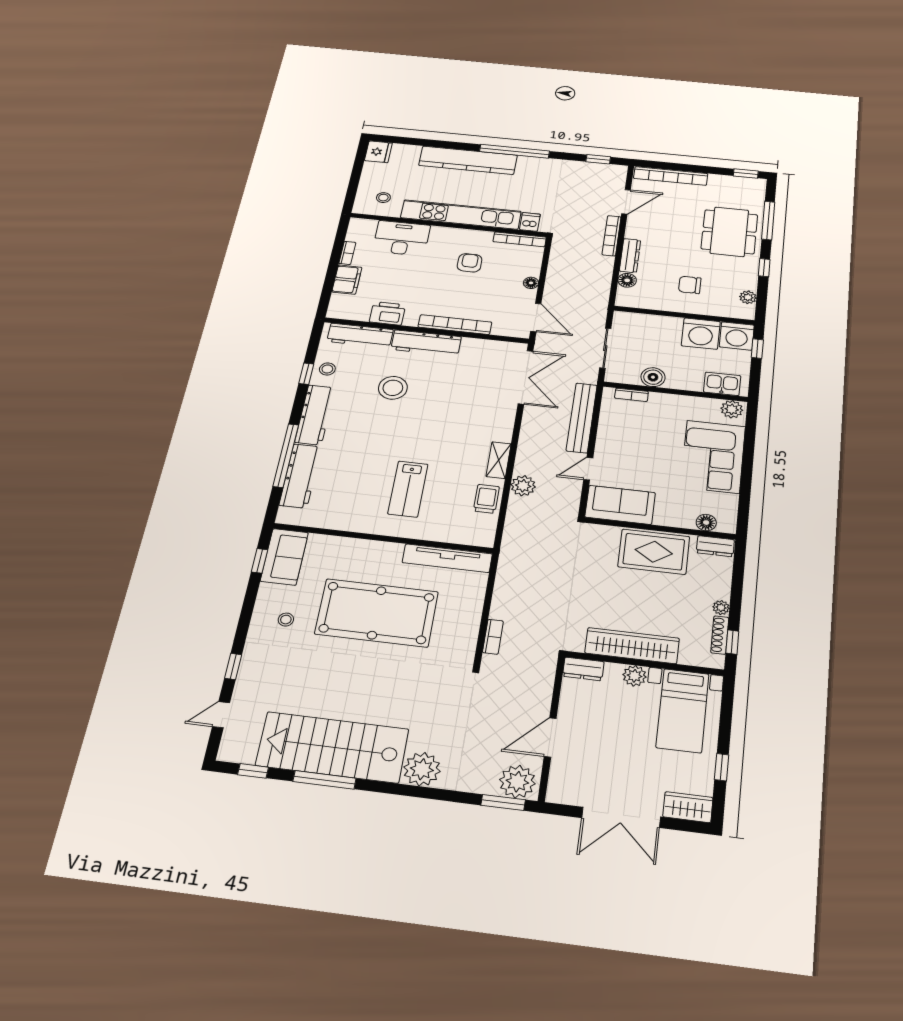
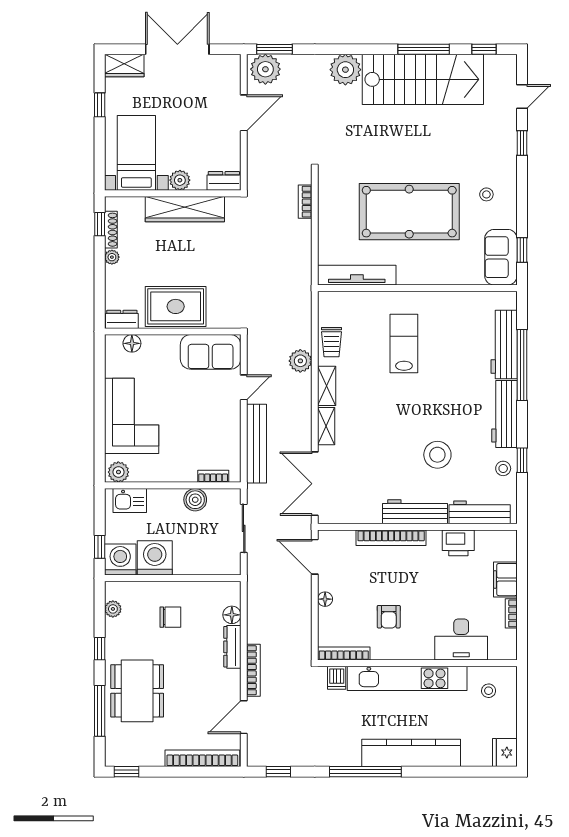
shelving: (505, 425) -> (326, 426), added

